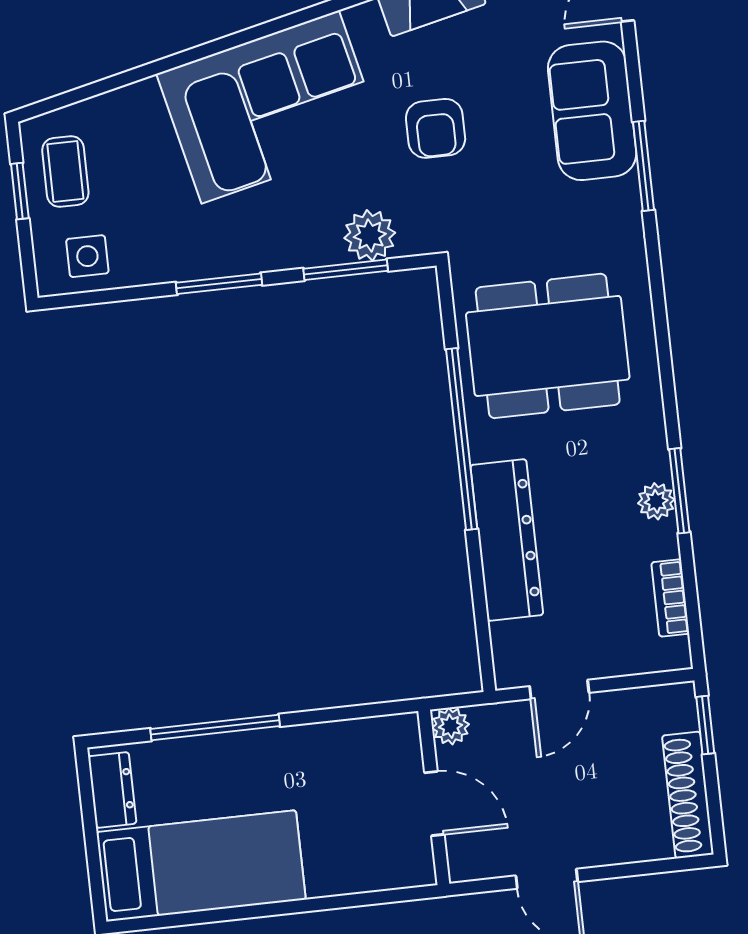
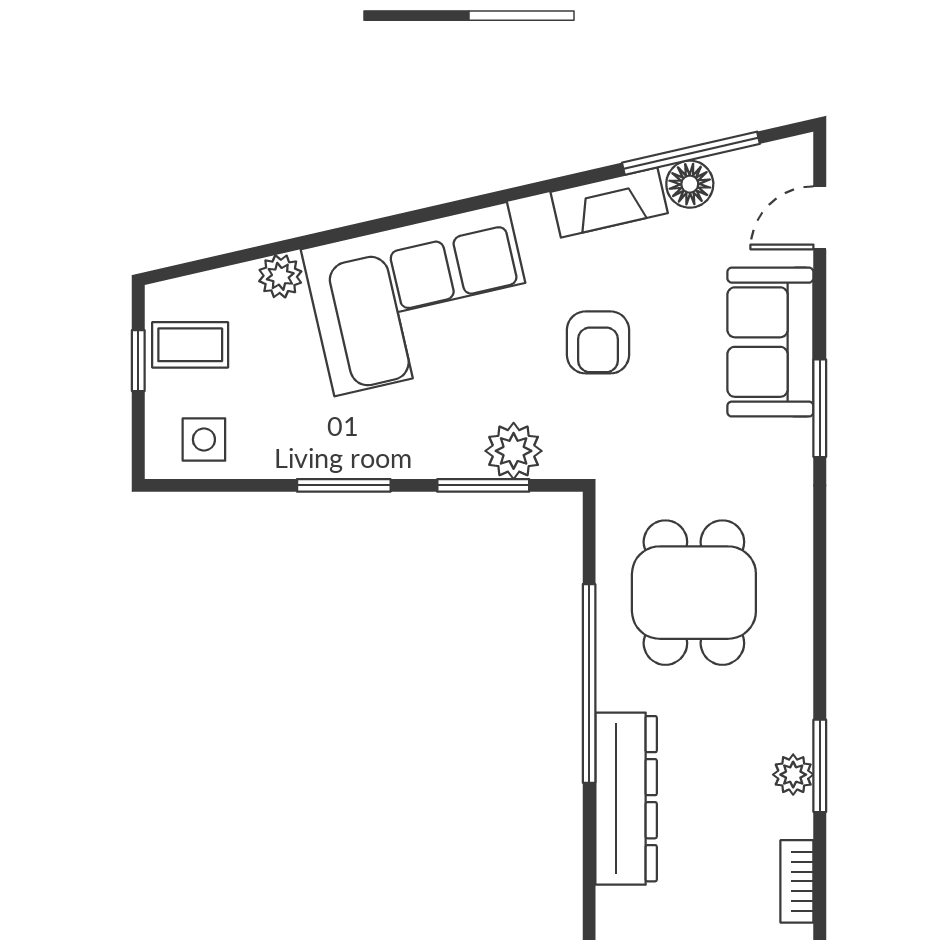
plant: (140, 100) -> (280, 276), added
coffee table: (65, 172) -> (190, 345), turned 90
dining table: (548, 346) -> (694, 593), width x0.73

